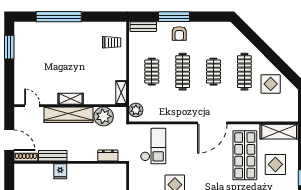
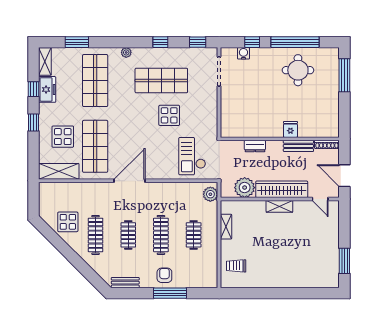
window: (59, 17) -> (292, 293), removed
bench: (143, 27) -> (125, 283), moved
shelving: (121, 92) -> (226, 227), moved
door: (9, 140) -> (344, 176), moved
dresser: (108, 156) -> (255, 146), moved

